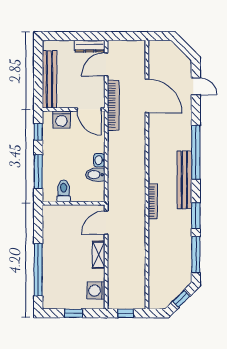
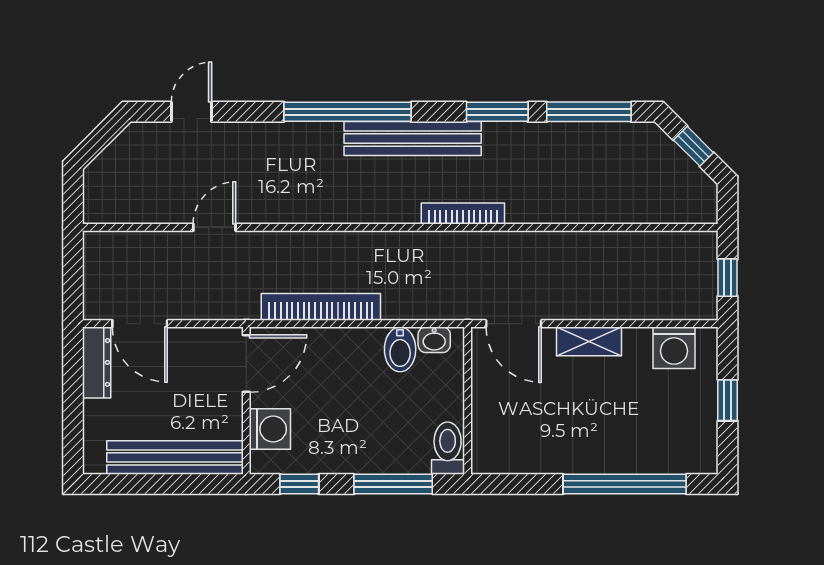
door: (147, 96) -> (214, 227), width x0.53
bookcase: (113, 105) -> (321, 307), moved
washbasin: (99, 160) -> (434, 340), moved
toilet: (64, 191) -> (448, 448), moved, turned 90

